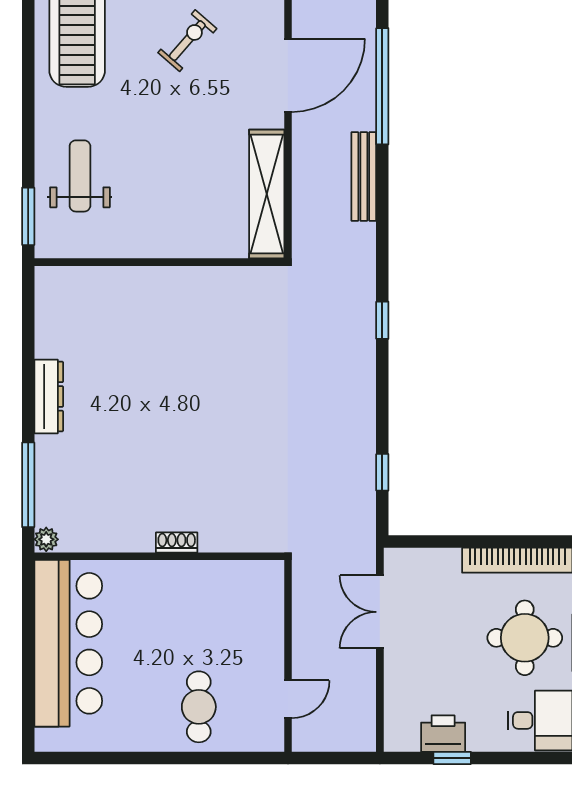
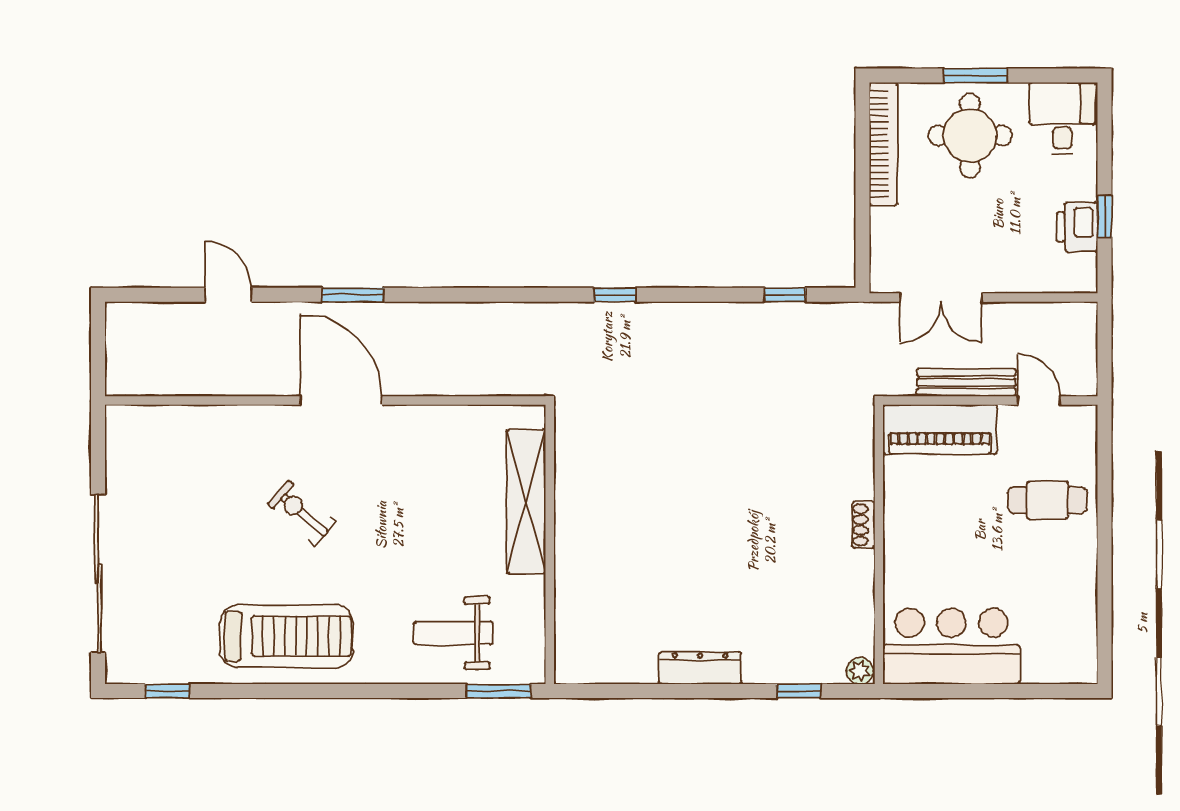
window: (382, 86) -> (353, 295), width x0.47
bench: (364, 176) -> (966, 382), moved
shelving: (267, 194) -> (526, 501), moved, turned 90
window: (28, 485) -> (799, 691), width x0.46
piano: (262, 611) -> (940, 429), added
bar counter: (68, 643) -> (951, 646), width x0.73

